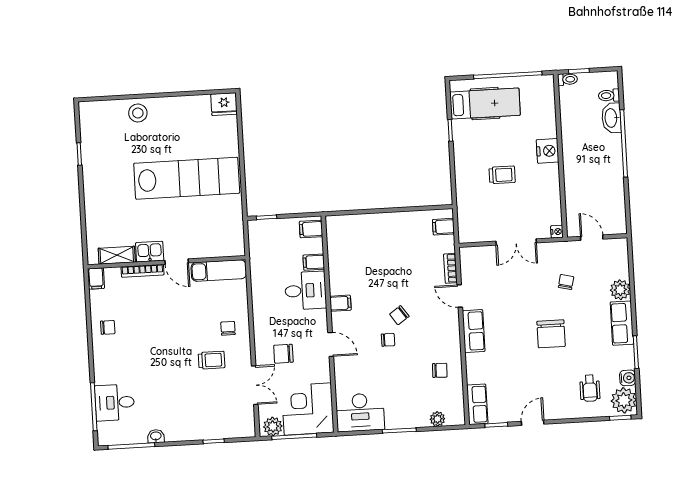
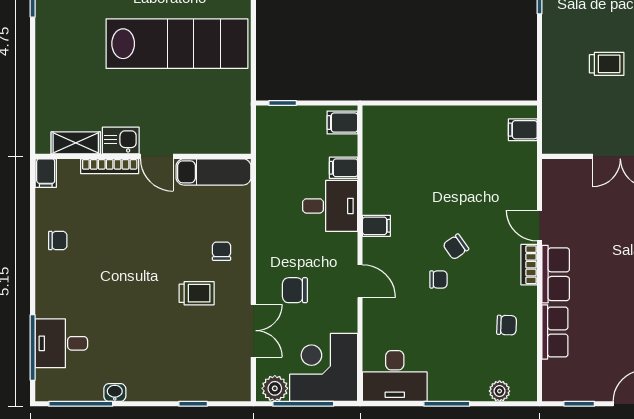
bookcase: (450, 268) -> (529, 265), moved
row of seats: (477, 404) -> (555, 332), moved

